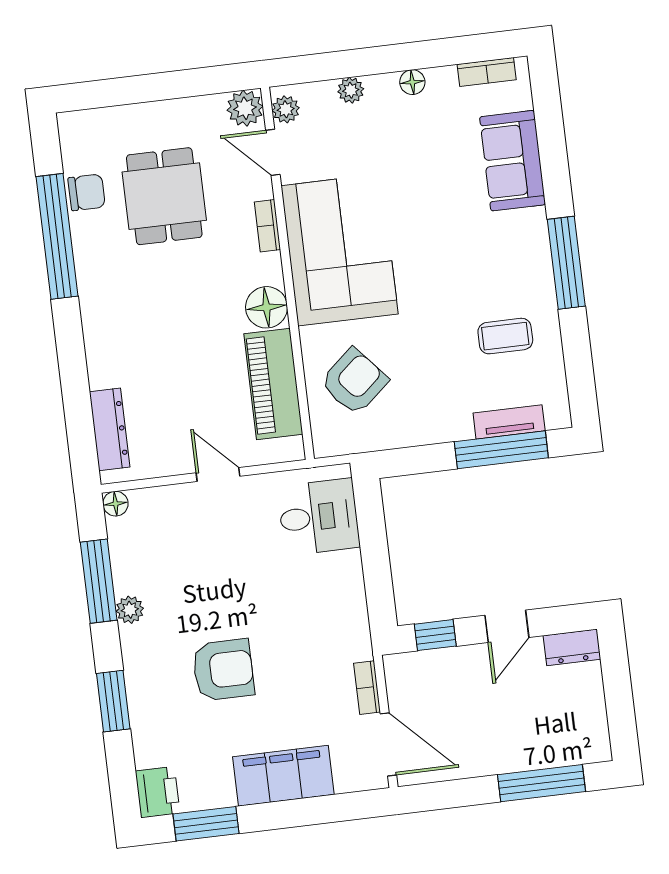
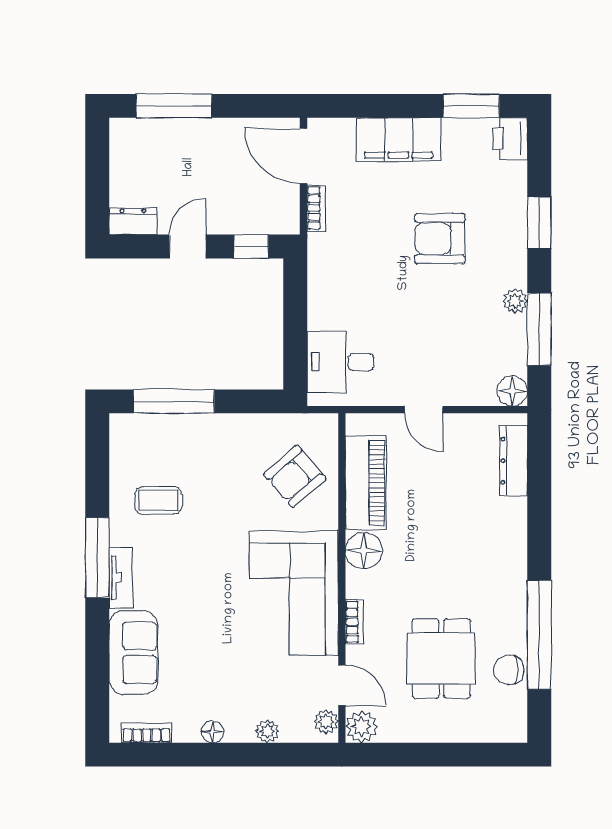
tv unit: (509, 422) -> (121, 578), moved, turned -90
floor lamp: (115, 504) -> (512, 391), width x1.37, depth x1.37

